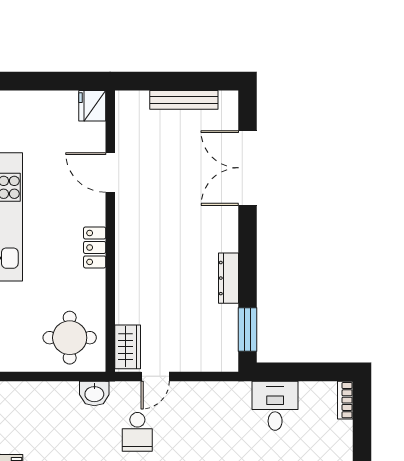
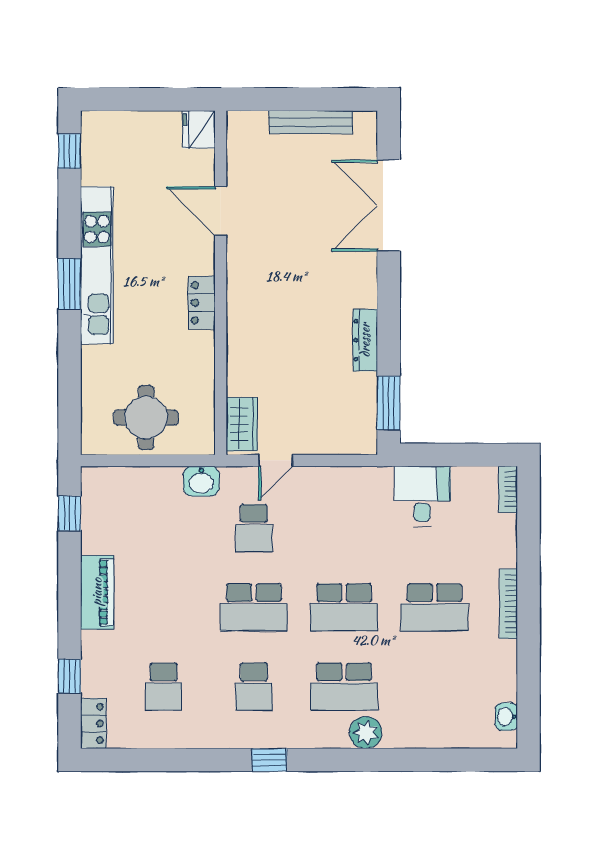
round table: (70, 338) -> (146, 418), moved

